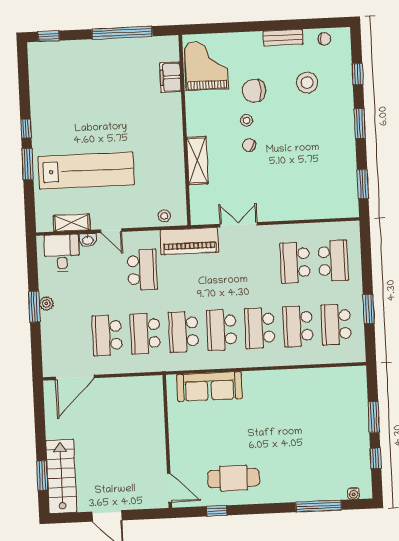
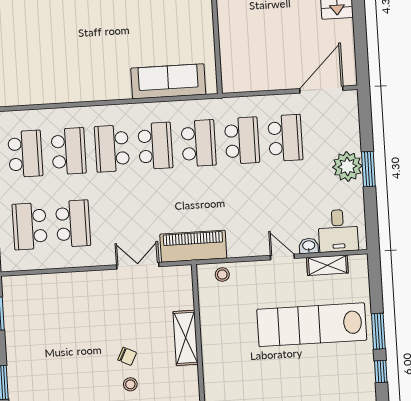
double door: (239, 225) -> (138, 266), swing flipped
school desk: (142, 270) -> (246, 213), removed
plant: (46, 303) -> (347, 167), width x1.88, depth x1.88
school desk: (260, 328) -> (112, 148), turned 180

